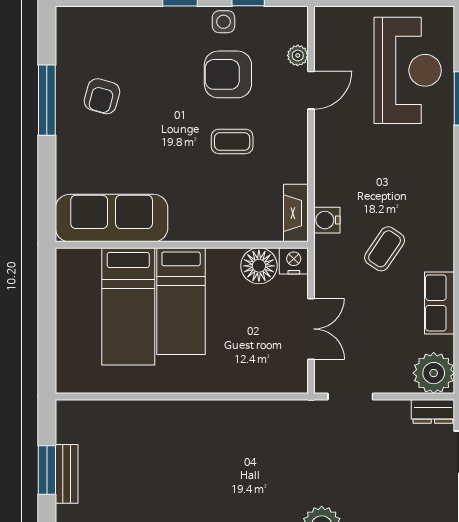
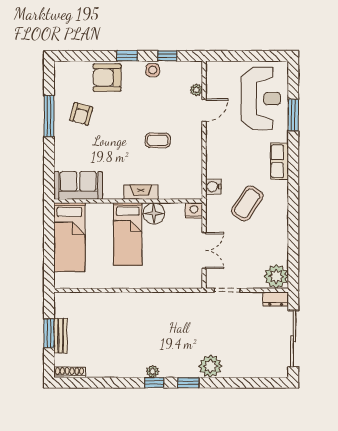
armchair: (228, 74) -> (107, 78), moved
fireplace: (296, 213) -> (141, 192), moved, turned 90
sofa: (112, 218) -> (78, 185), width x0.73
coffee table: (385, 249) -> (247, 203), width x1.36, depth x1.30
floor lamp: (259, 266) -> (154, 213), moved
row of seats: (439, 303) -> (280, 161), moved
bed: (128, 306) -> (69, 237), moved

